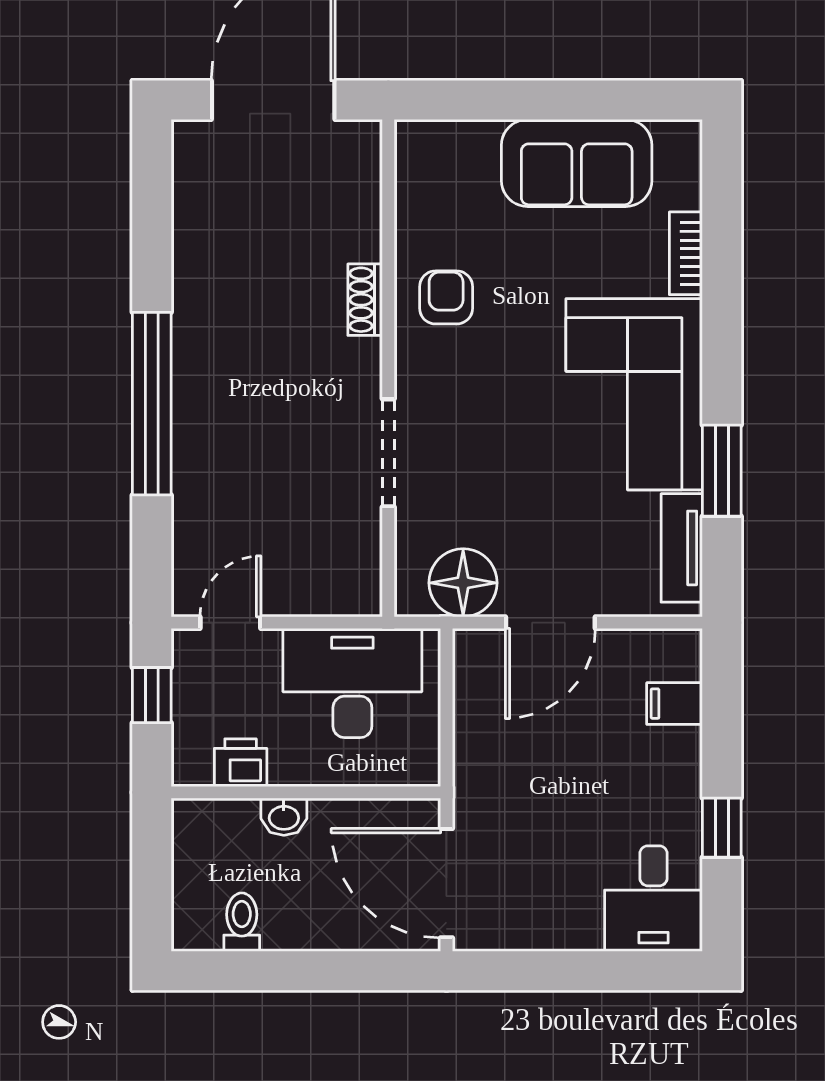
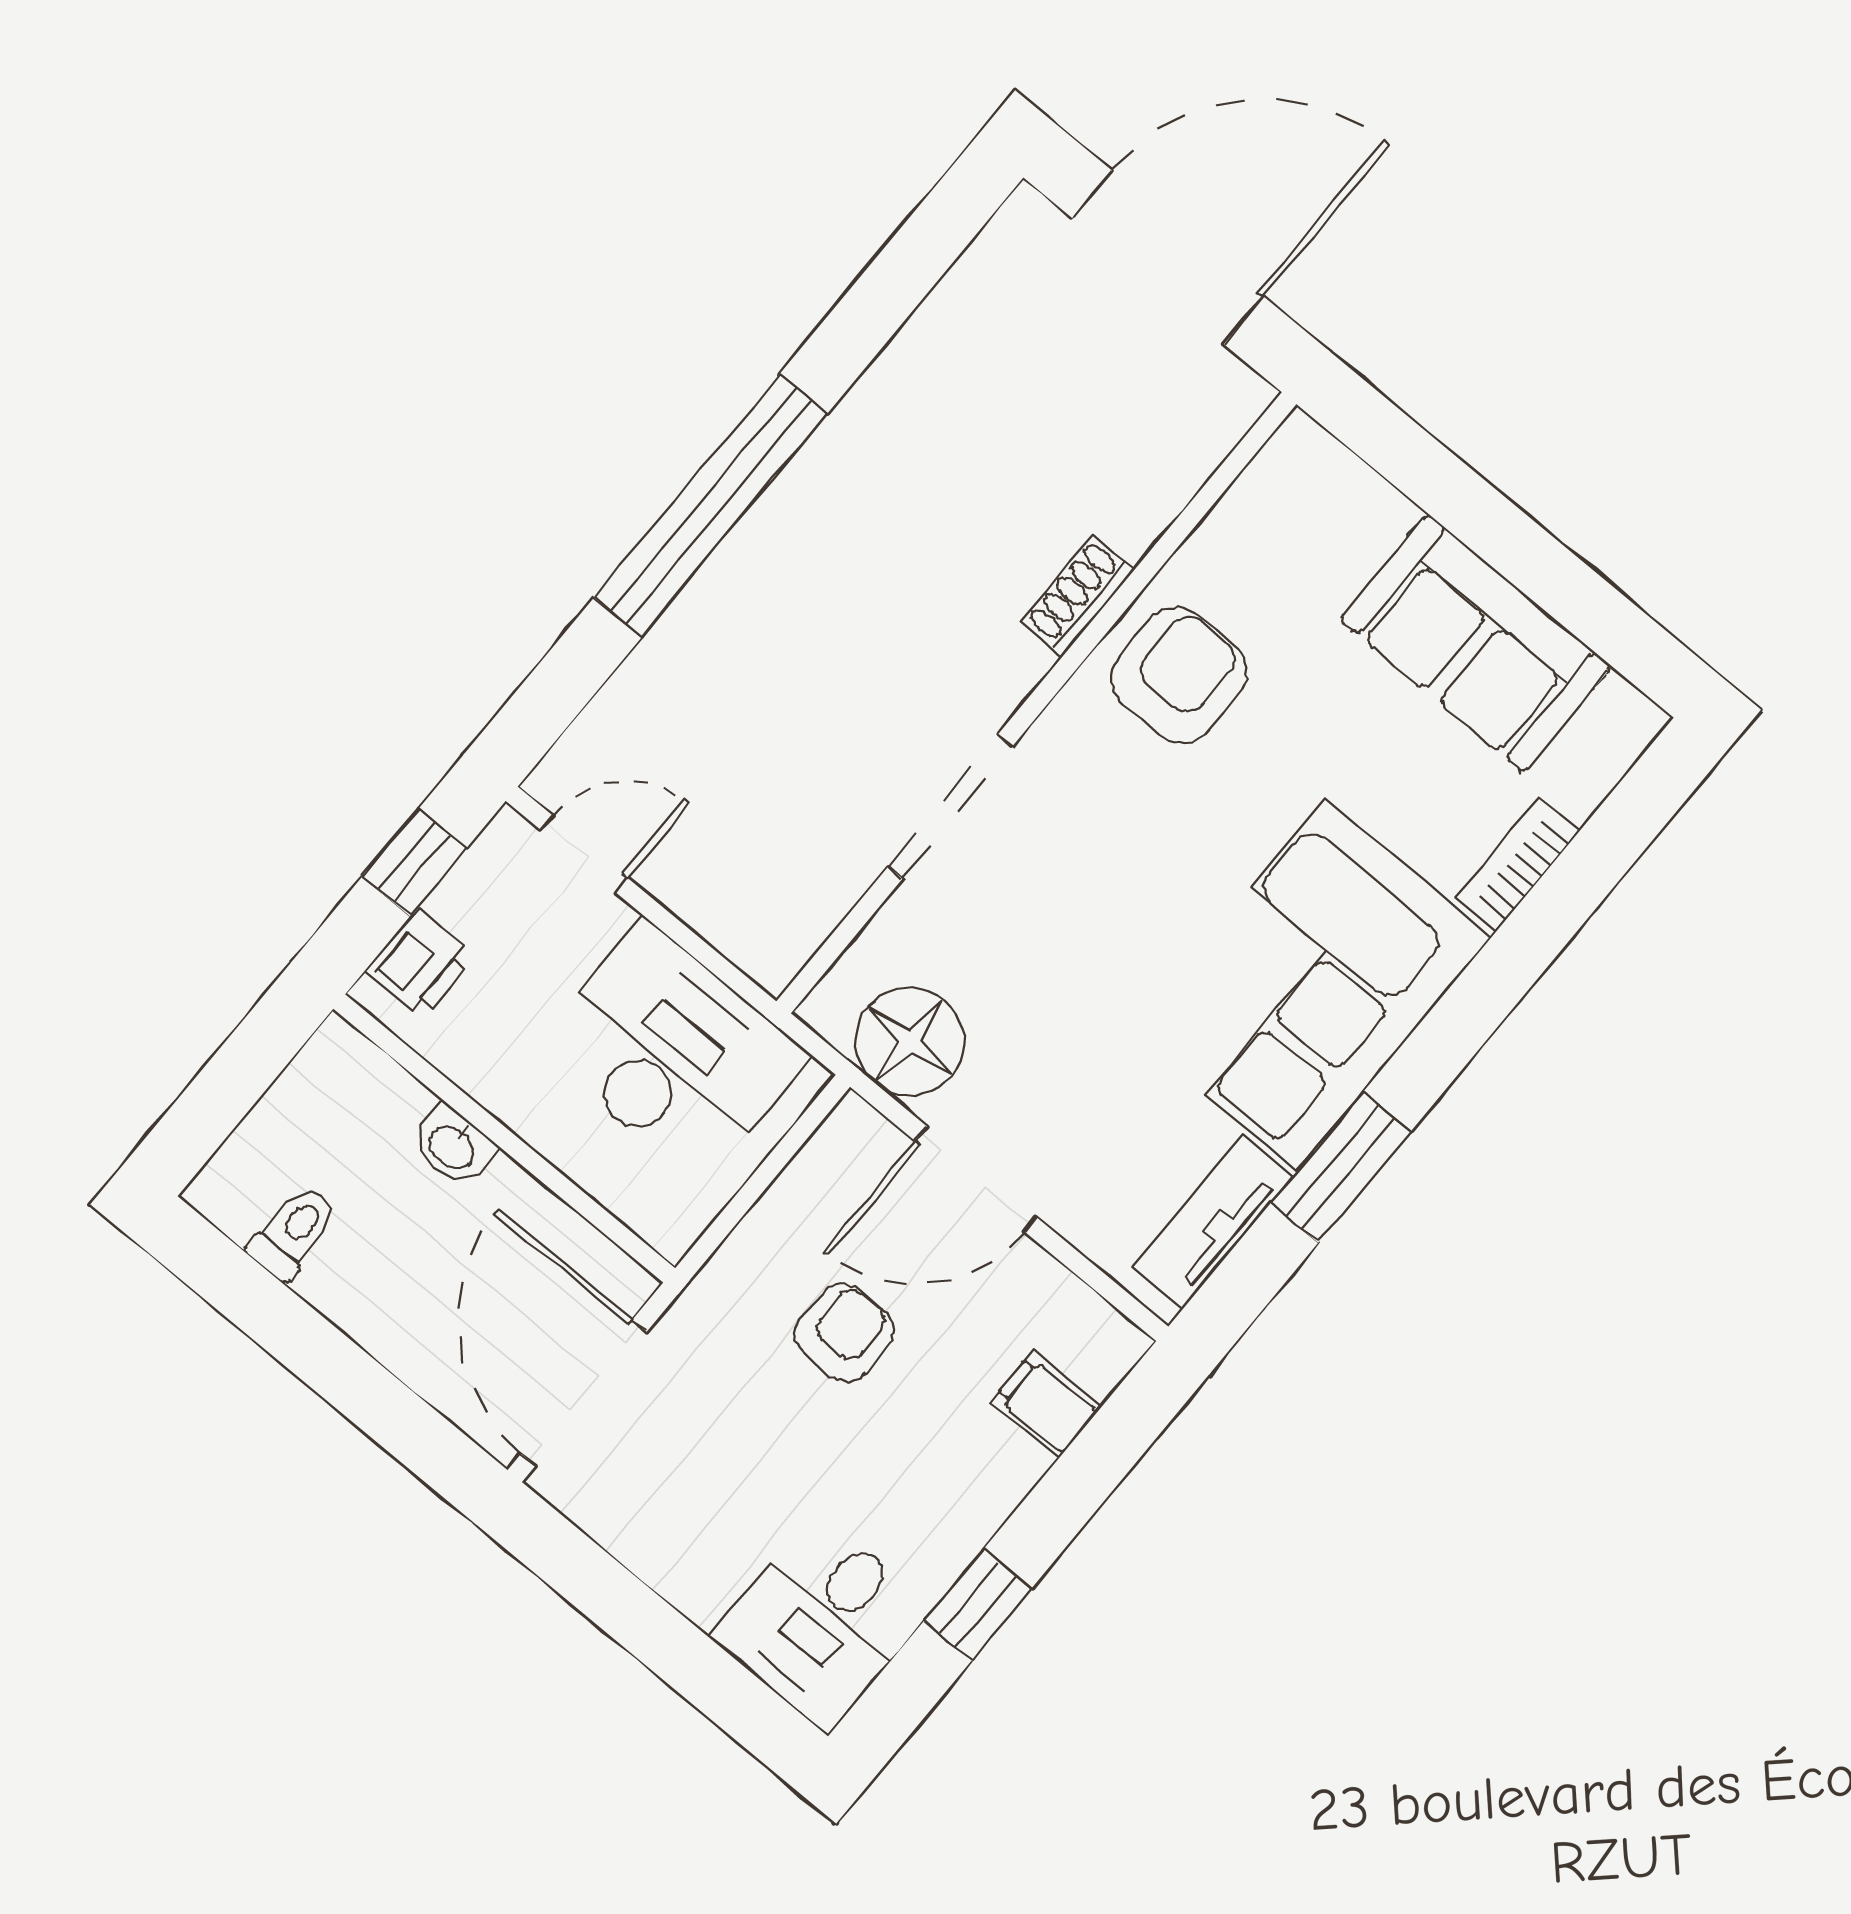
armchair: (446, 297) -> (1179, 675), width x1.38, depth x1.38
armchair: (548, 749) -> (844, 1332), added
printer: (241, 763) -> (420, 964), moved, turned 90

